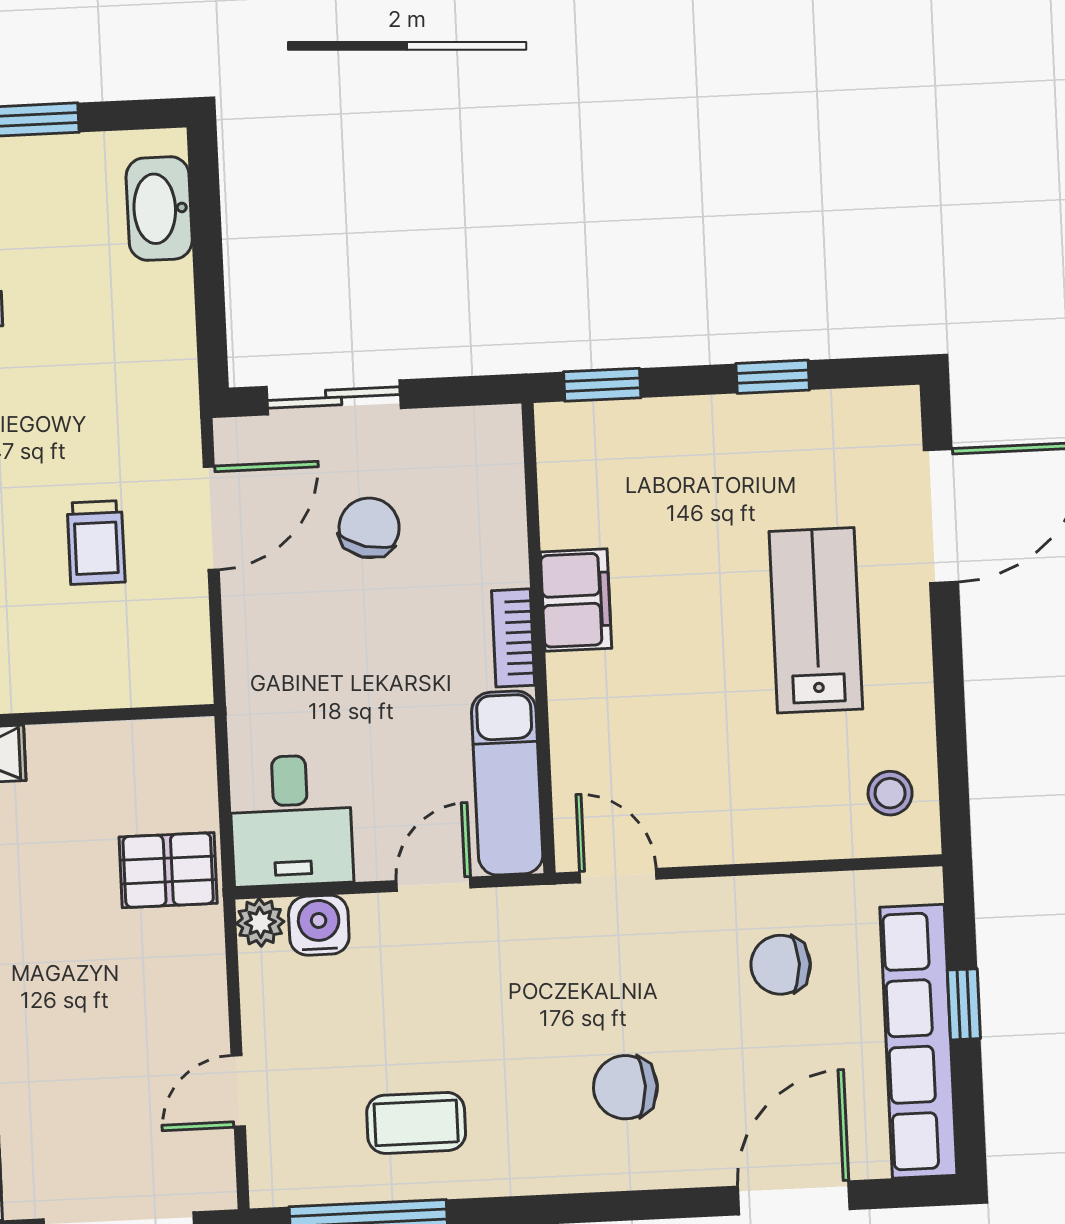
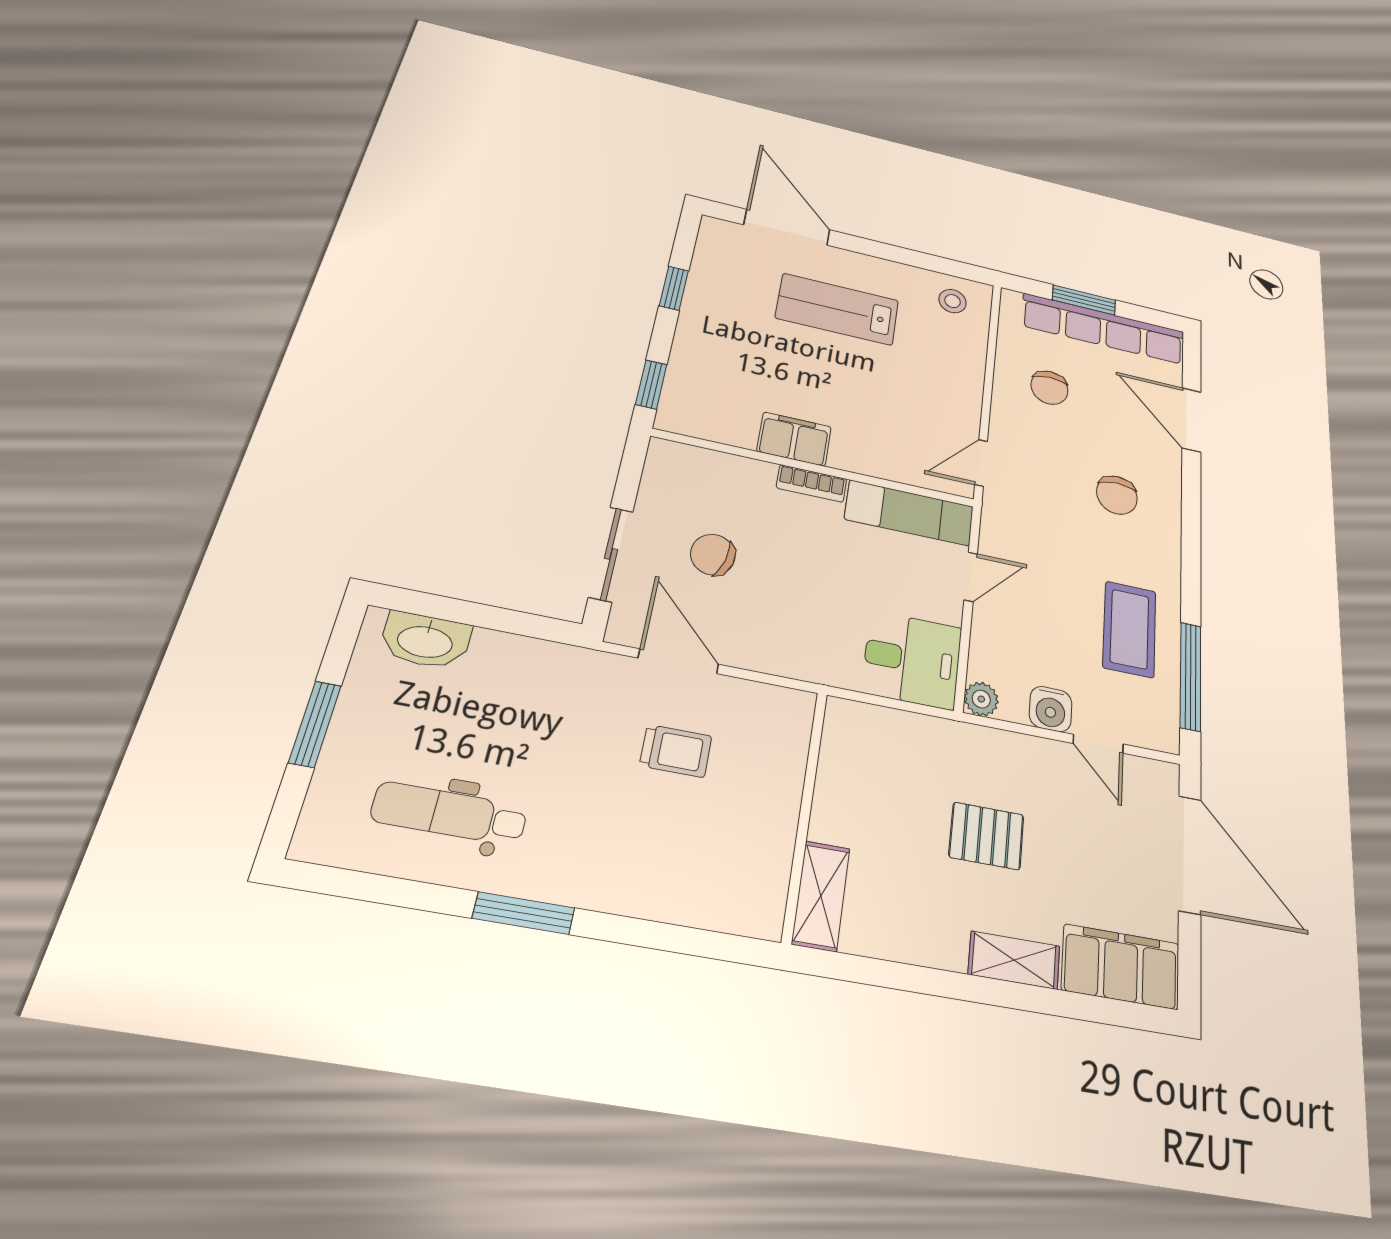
pallet: (168, 870) -> (986, 836), moved, turned 90
door: (433, 884) -> (971, 577), swing flipped
water cooler: (319, 925) -> (1051, 709), moved, turned -90
window: (964, 1004) -> (1084, 300), width x1.50
coffee table: (416, 1123) -> (1130, 629), width x1.36, depth x1.30

